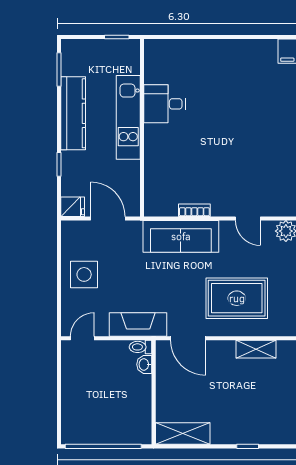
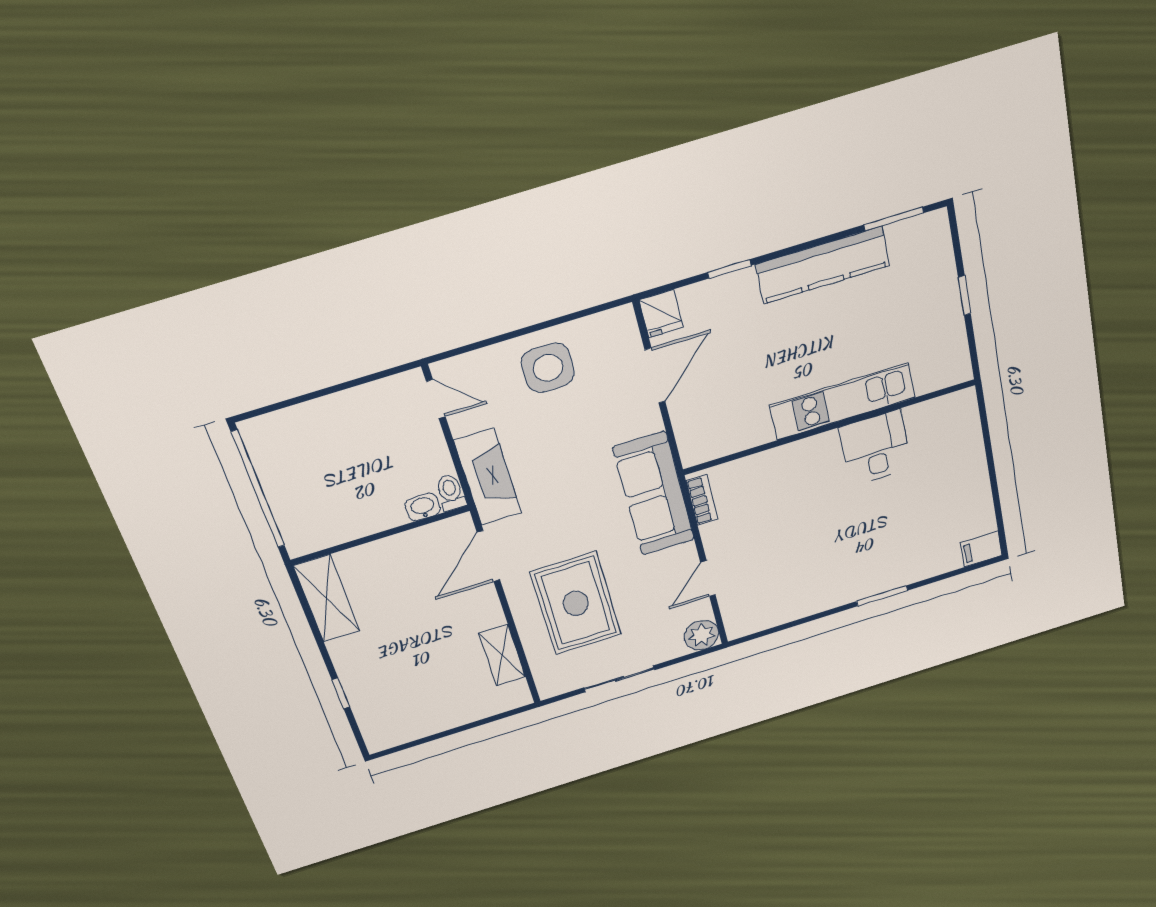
desk: (165, 104) -> (875, 448), moved
kitchen unit: (128, 117) -> (843, 401), moved
wall: (142, 128) -> (830, 427), moved

